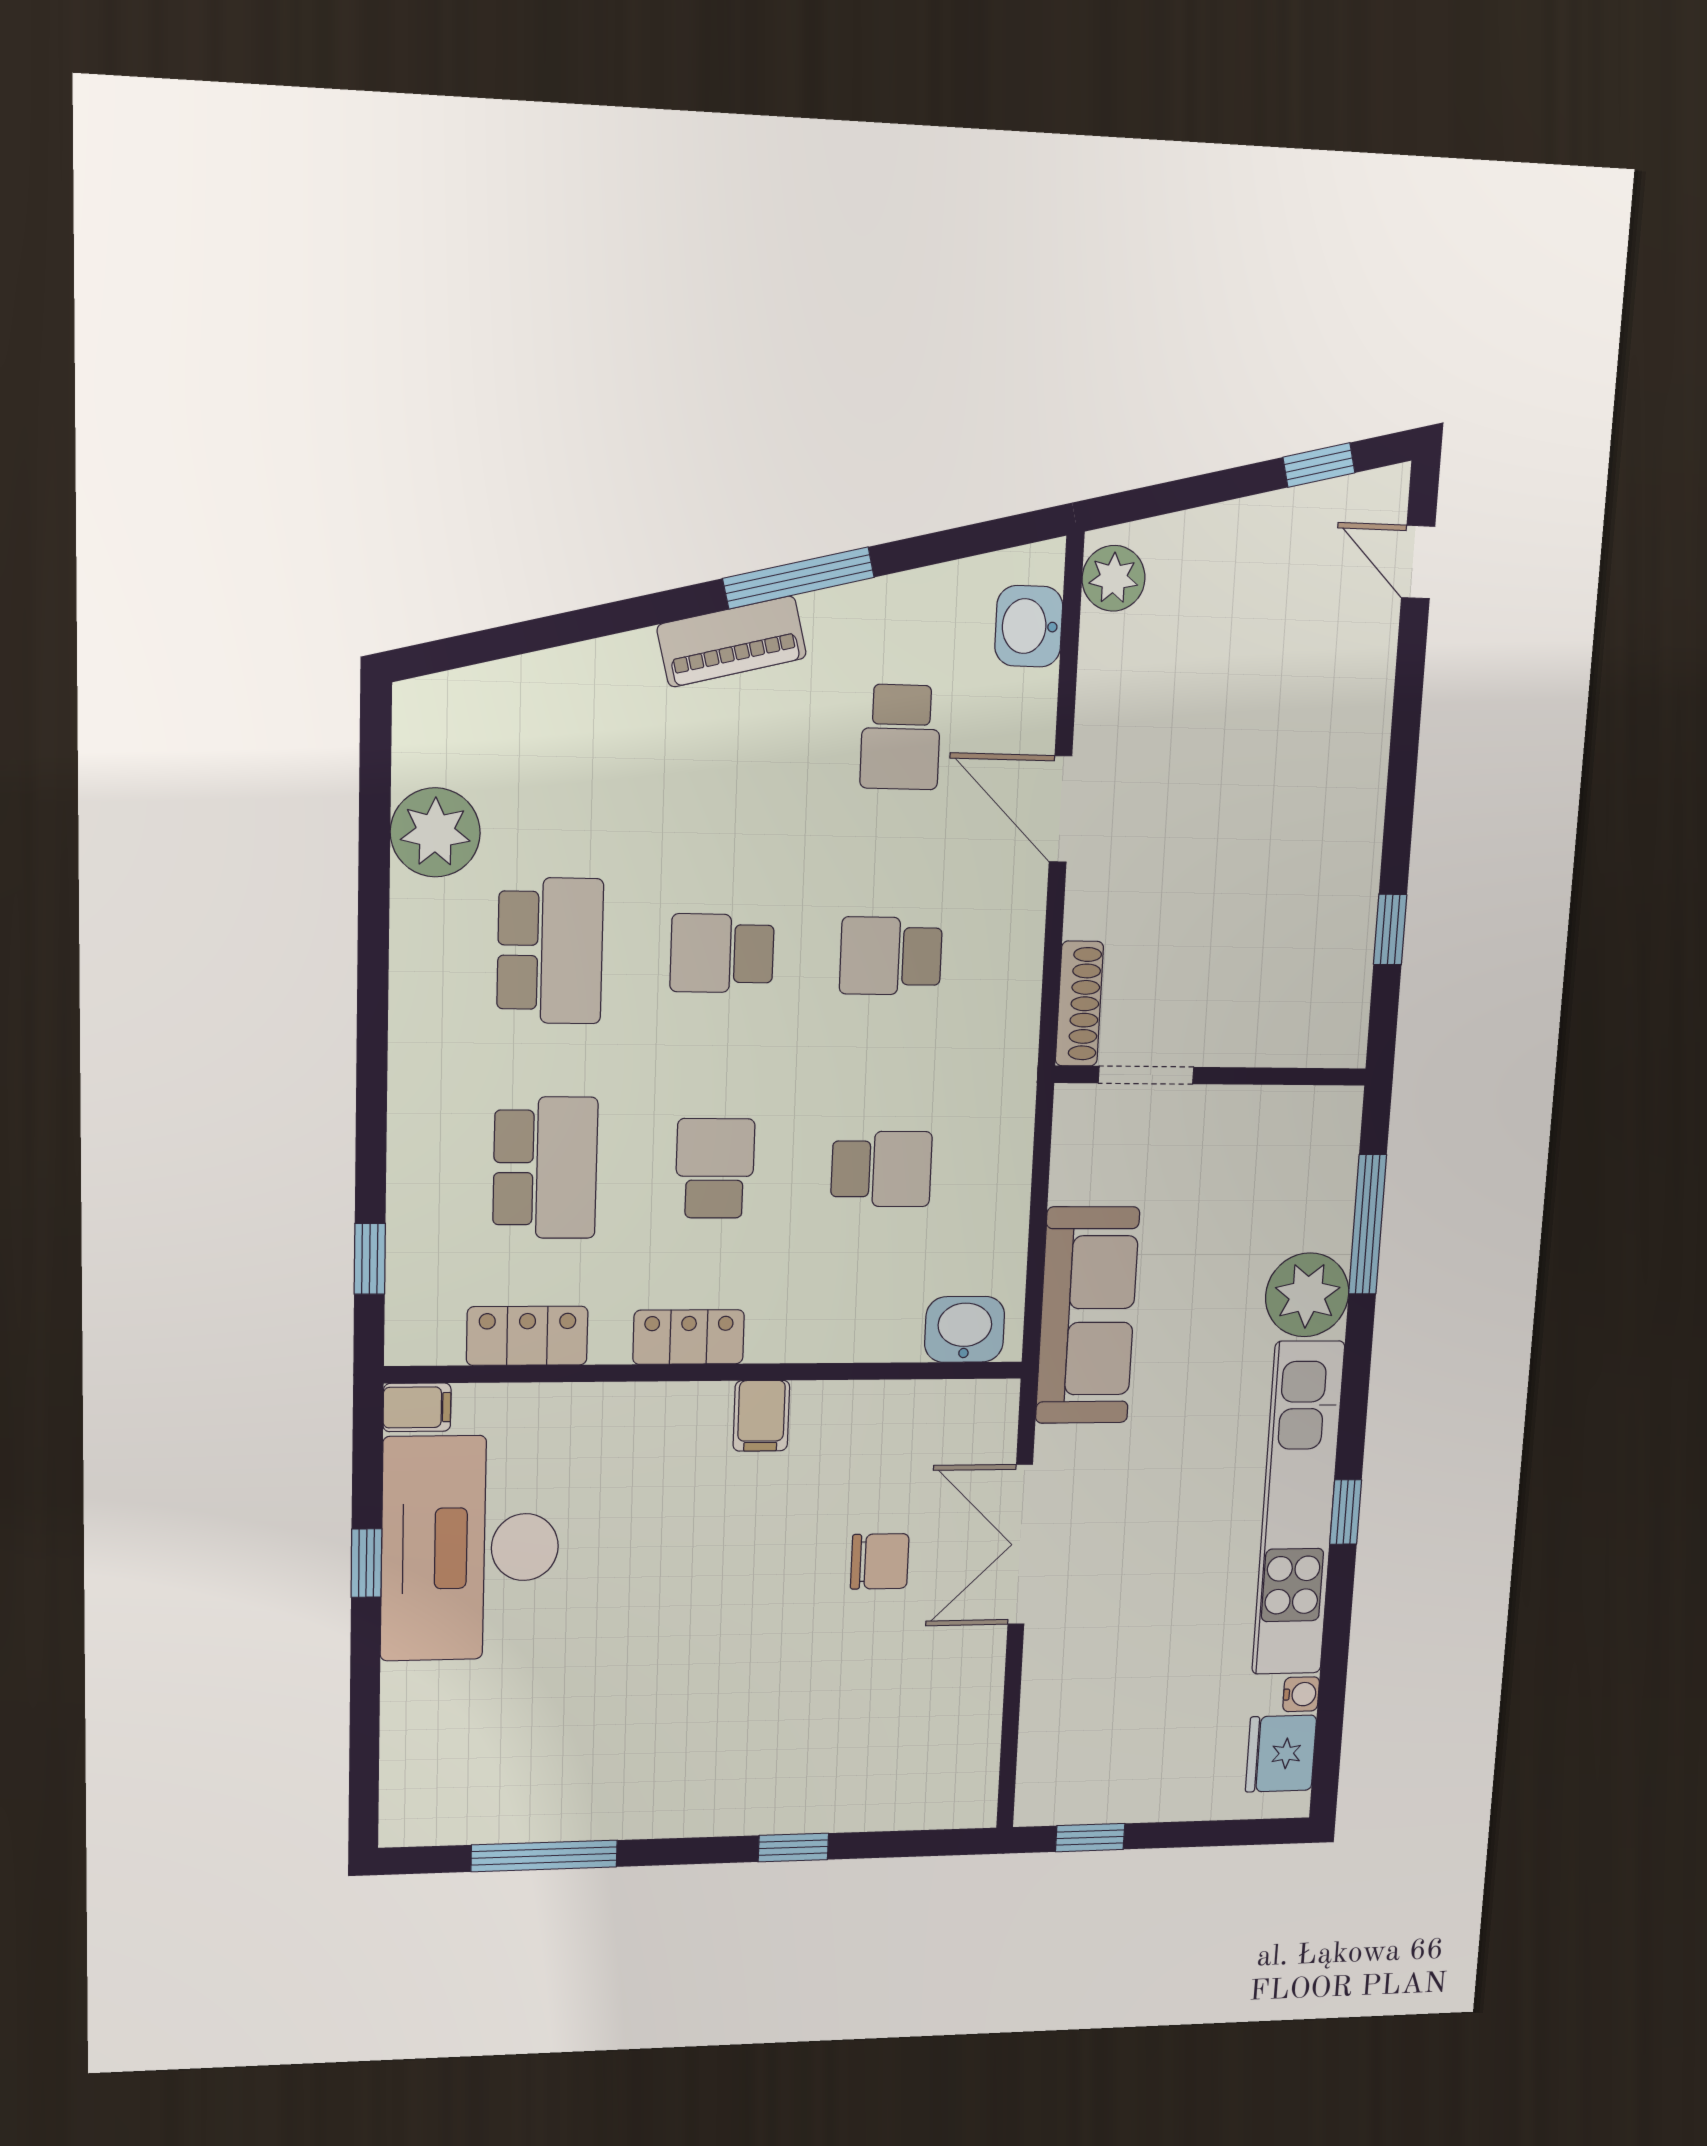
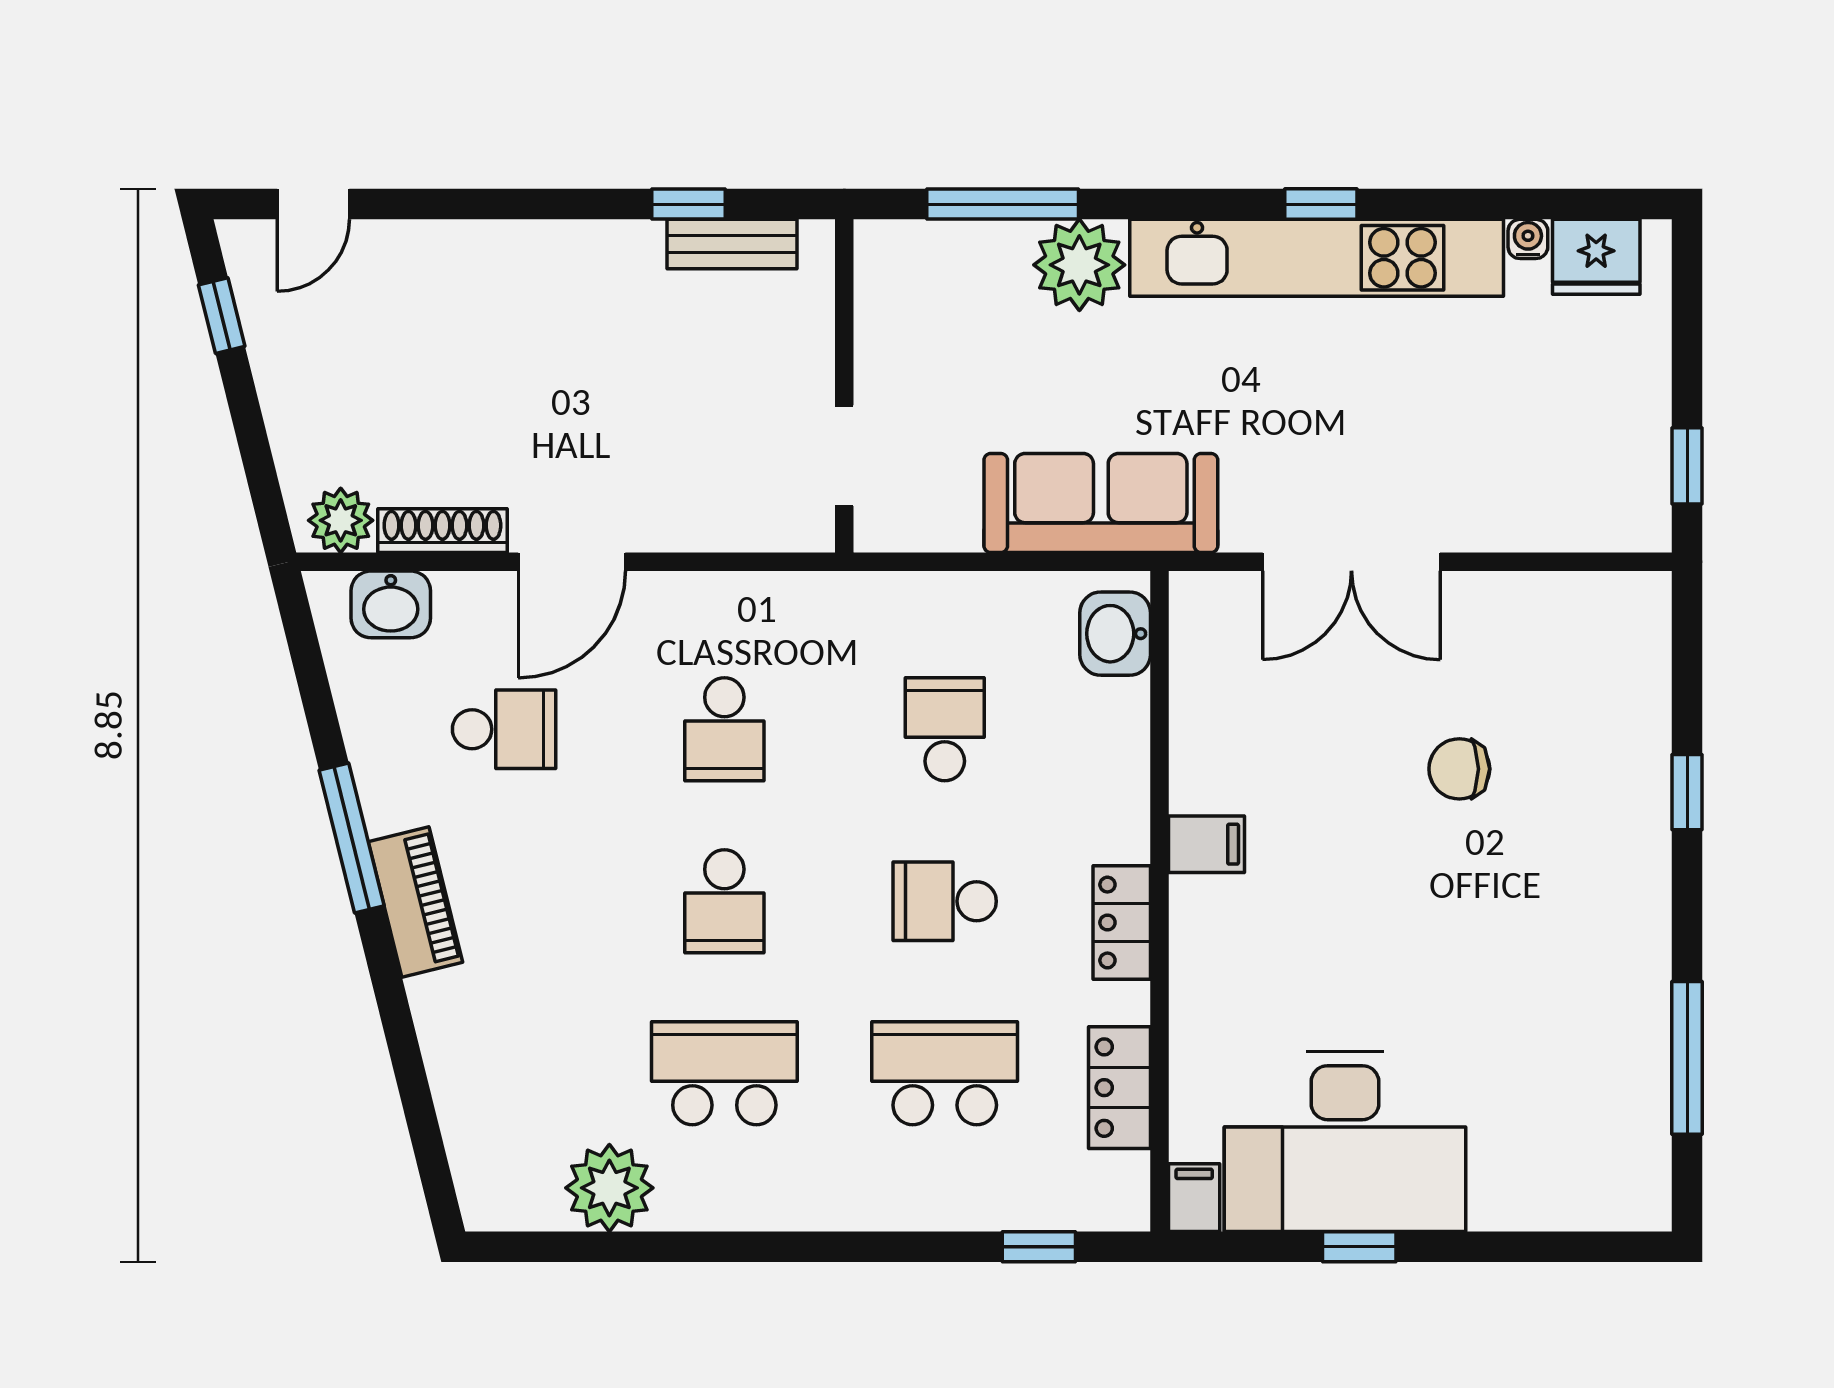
bench: (1350, 970) -> (732, 244), added
shoe rack: (1079, 1004) -> (442, 531), moved
chair: (880, 1561) -> (1459, 769), moved, turned -90

